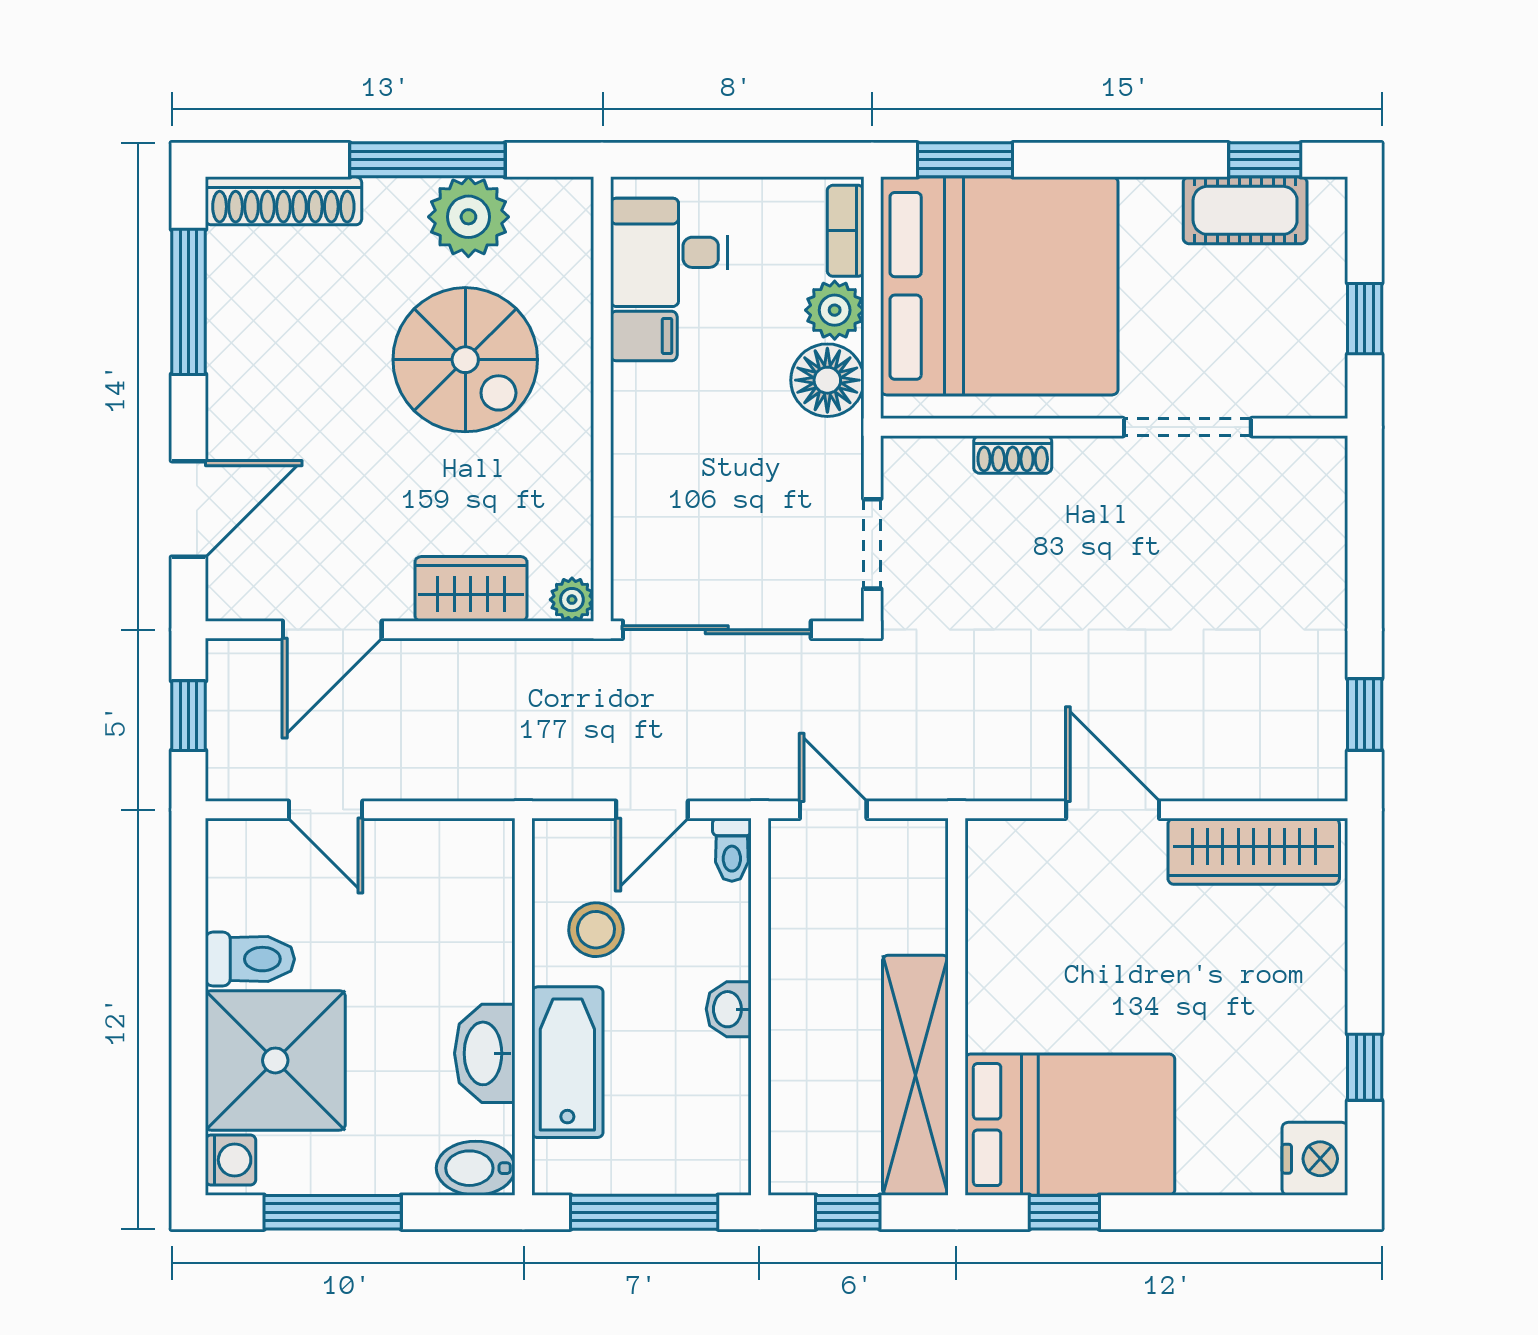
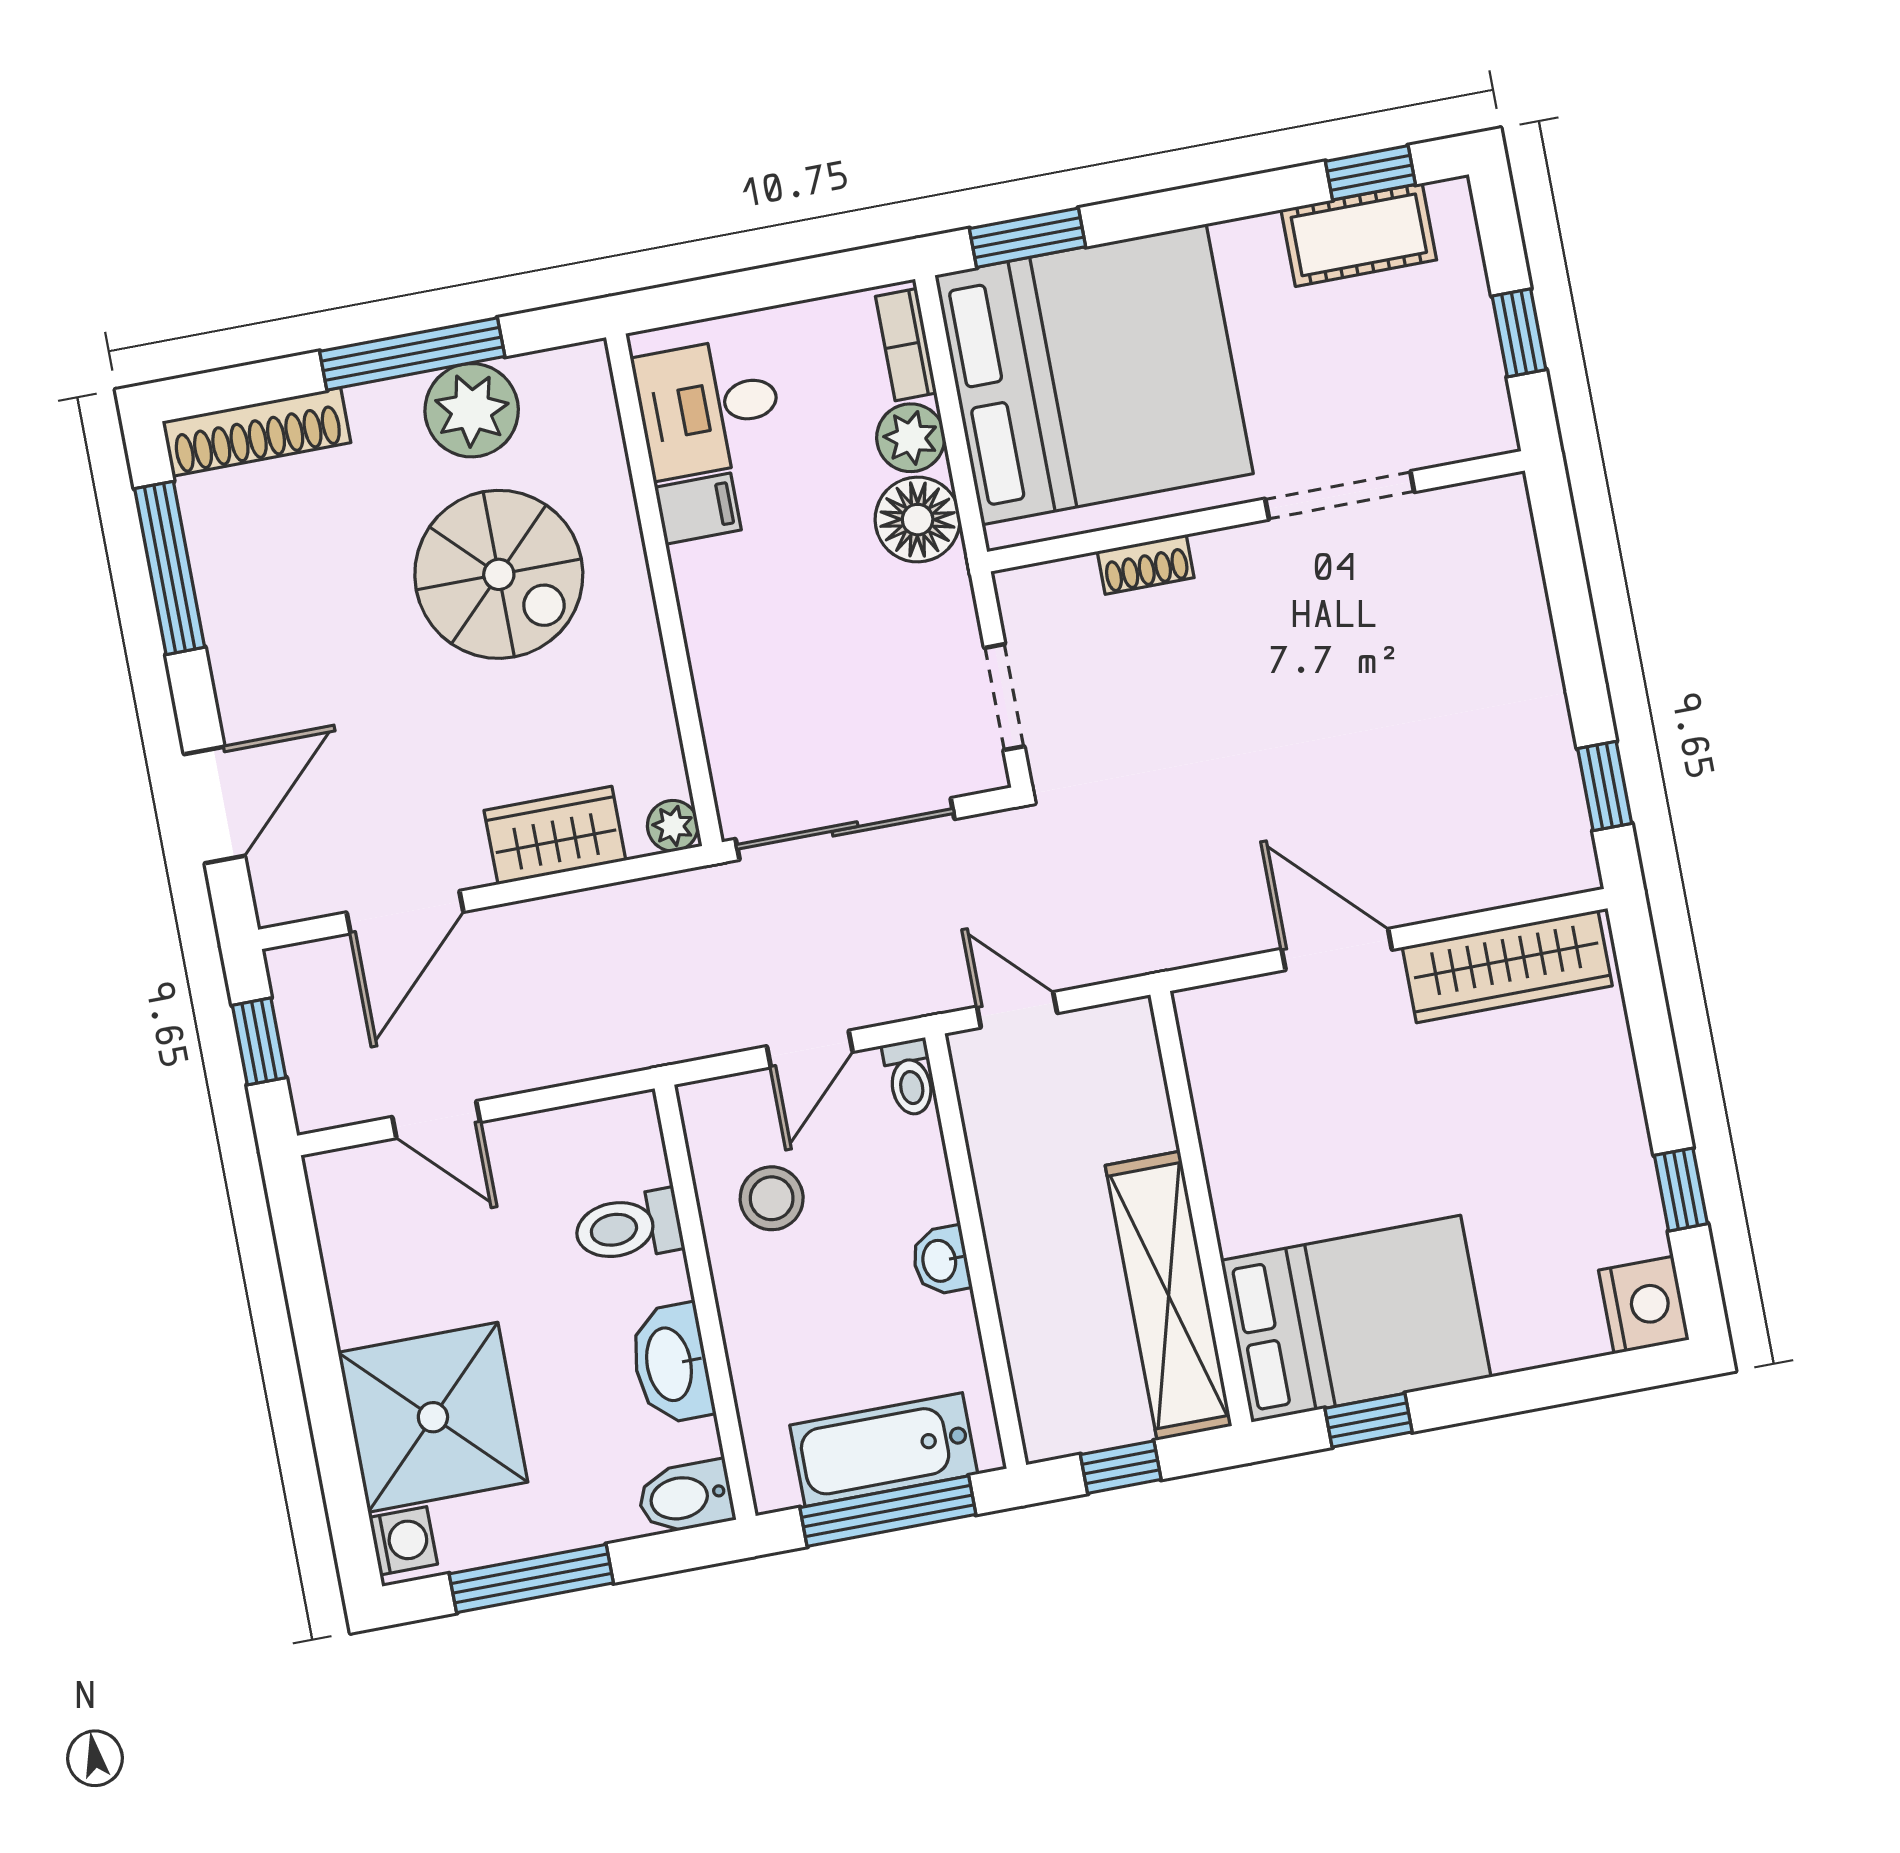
toilet: (250, 959) -> (628, 1227), moved, turned 180
bathtub: (567, 1062) -> (884, 1450), moved, turned -90

